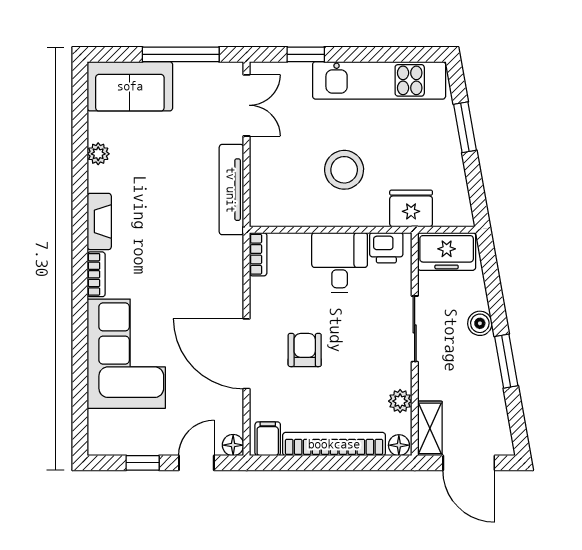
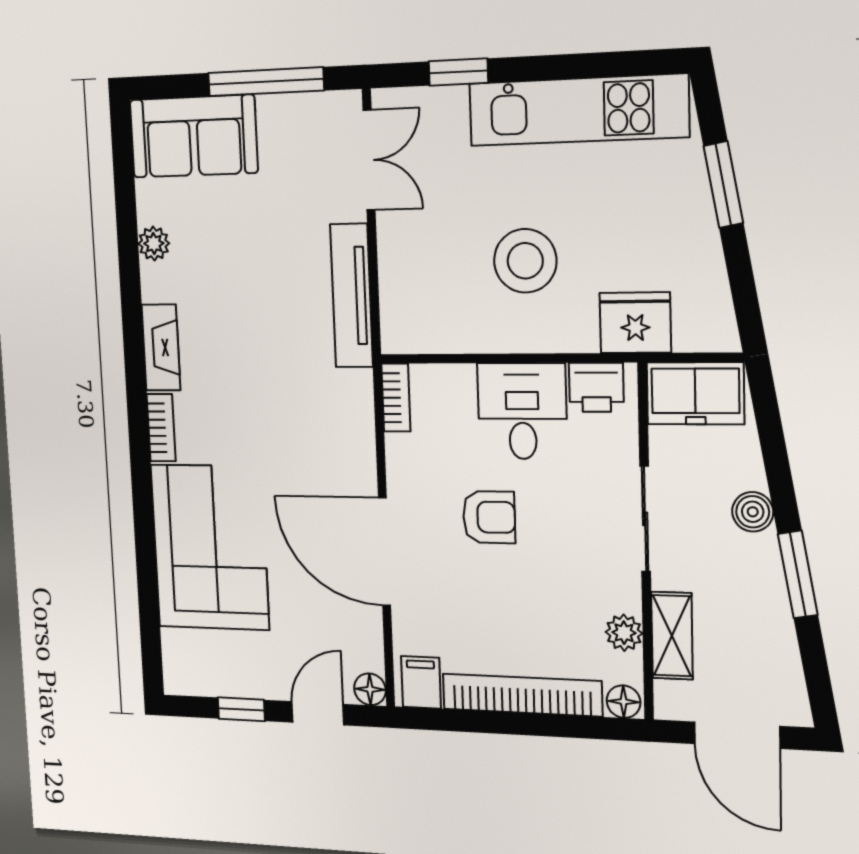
armchair: (305, 350) -> (489, 517), moved, turned 90
shelving: (430, 428) -> (672, 636), moved

